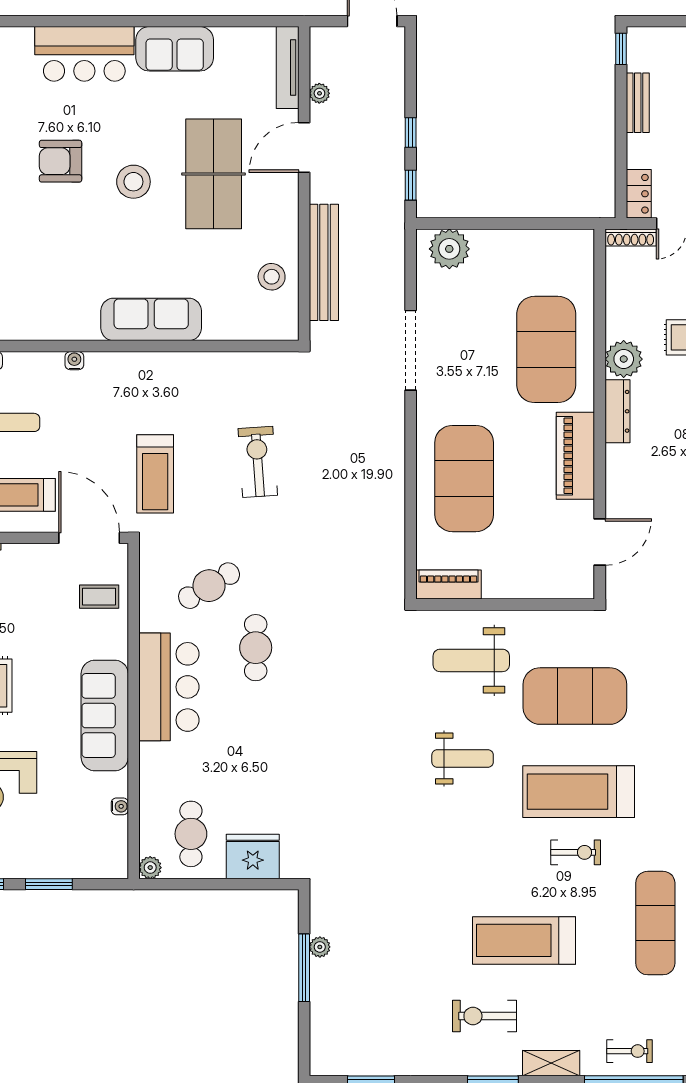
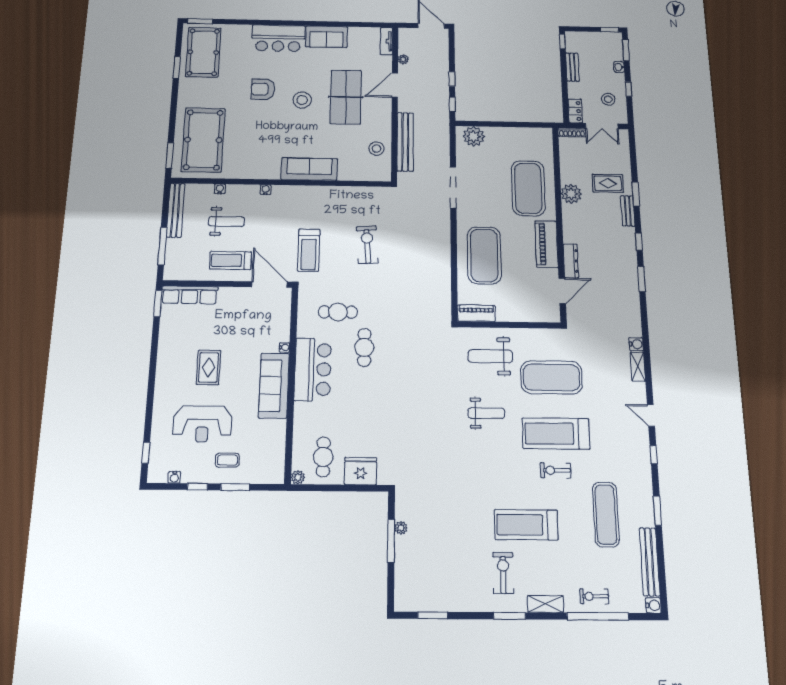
tv unit: (288, 67) -> (386, 41), width x0.71
dresser: (617, 411) -> (571, 261), moved
cafe table: (209, 586) -> (338, 312), turned 31
coffee table: (99, 597) -> (227, 460), moved
water cooler: (120, 806) -> (285, 347), moved
exercise bike: (576, 852) -> (556, 470), turned 180
exercise bike: (484, 1016) -> (503, 573), turned 90
exercise bike: (630, 1051) -> (594, 596), turned 180

